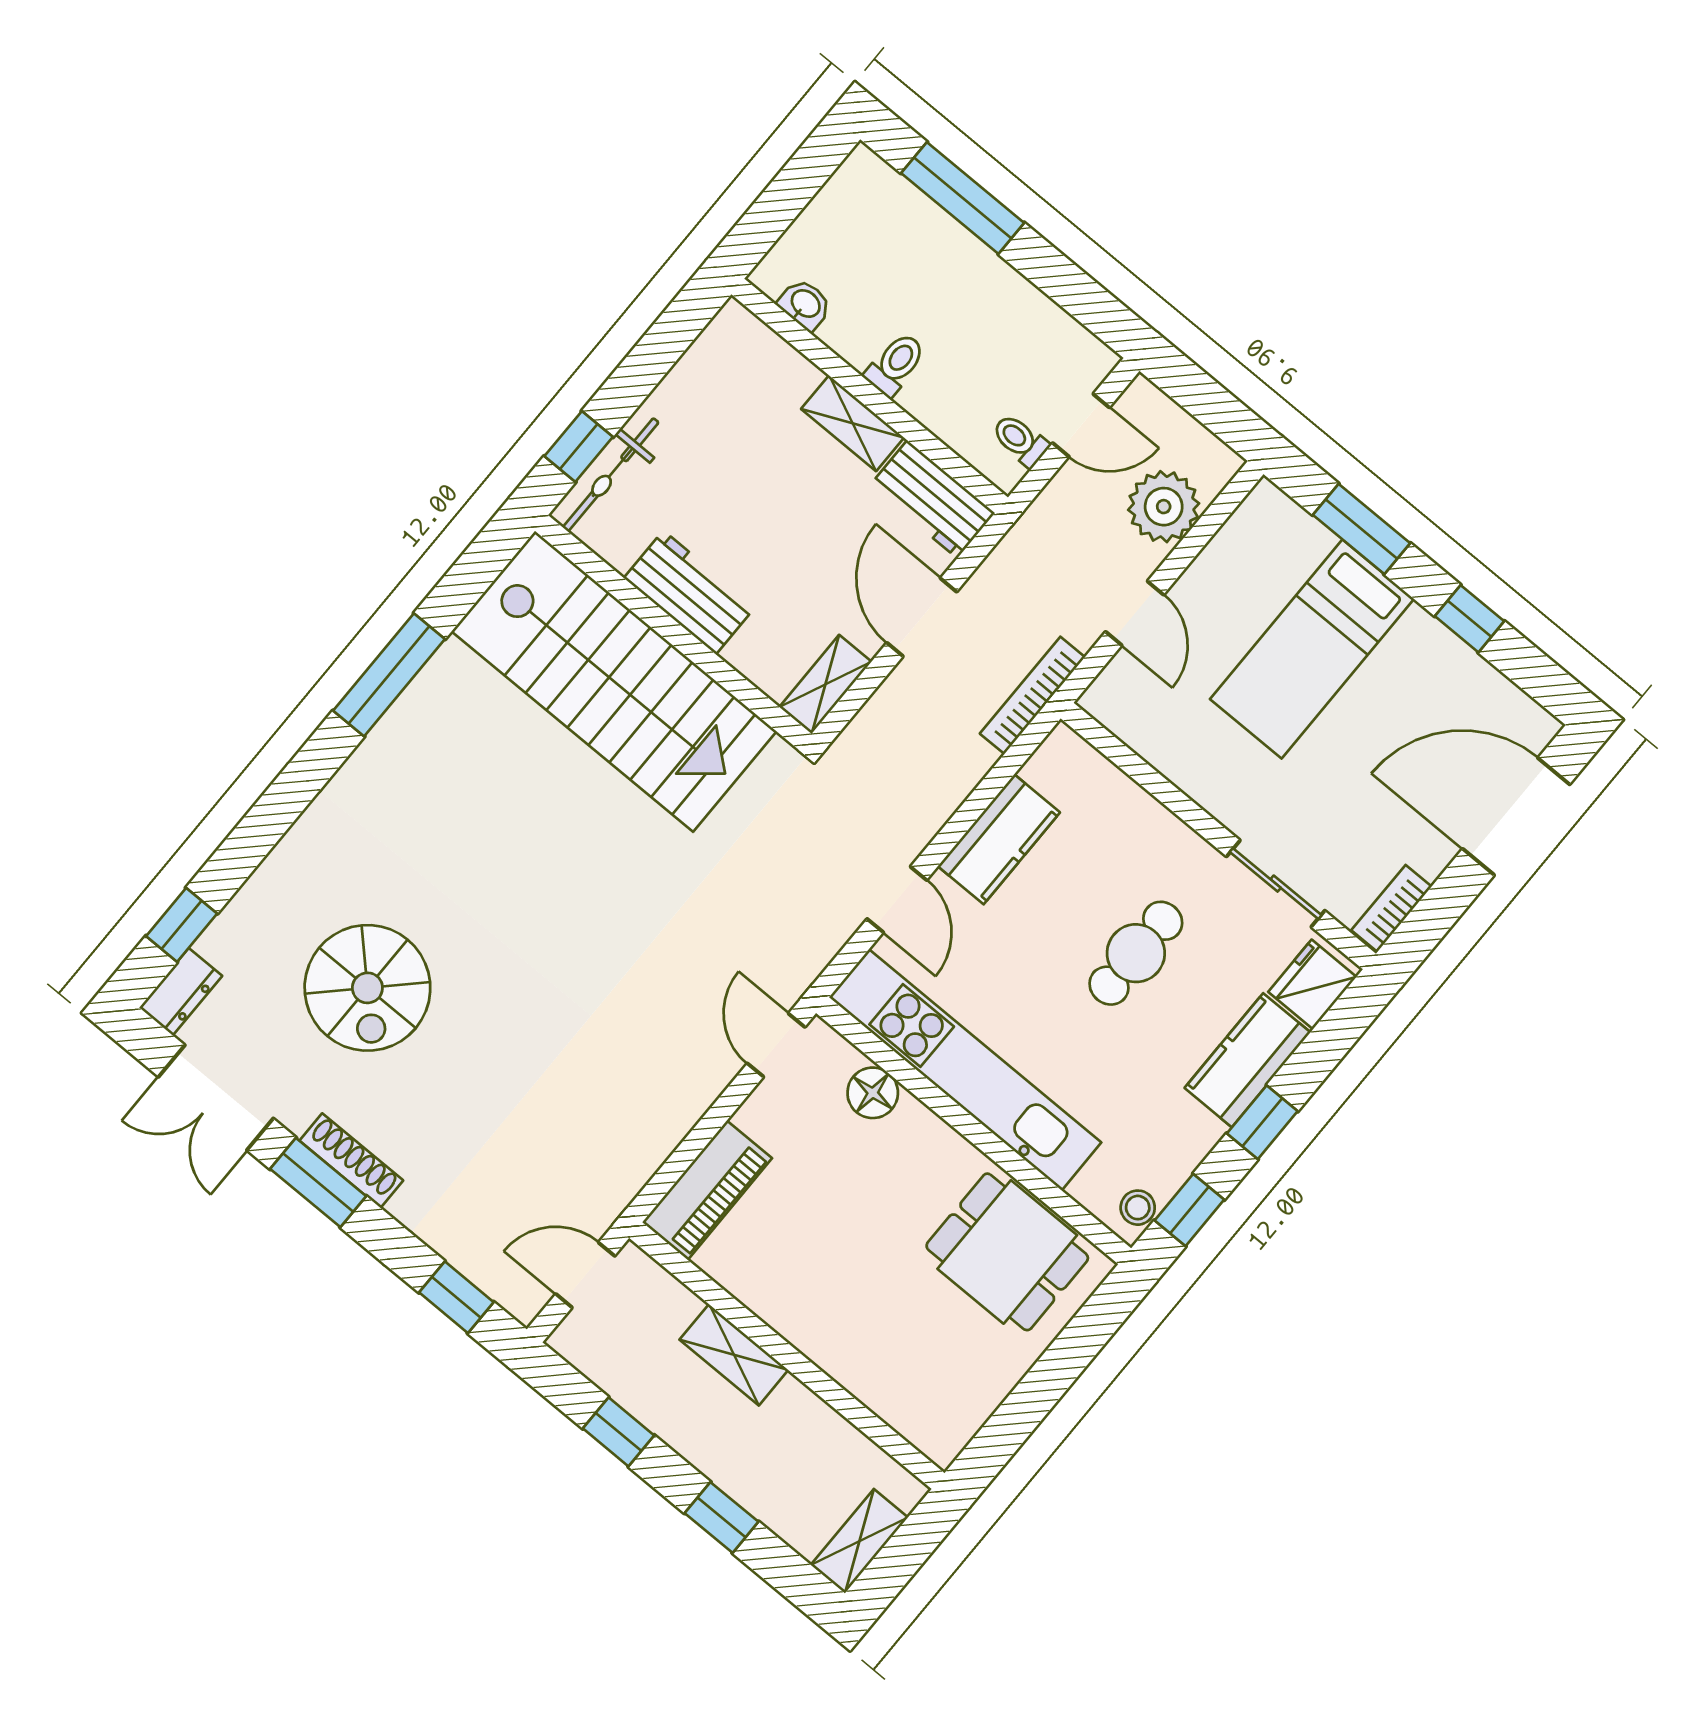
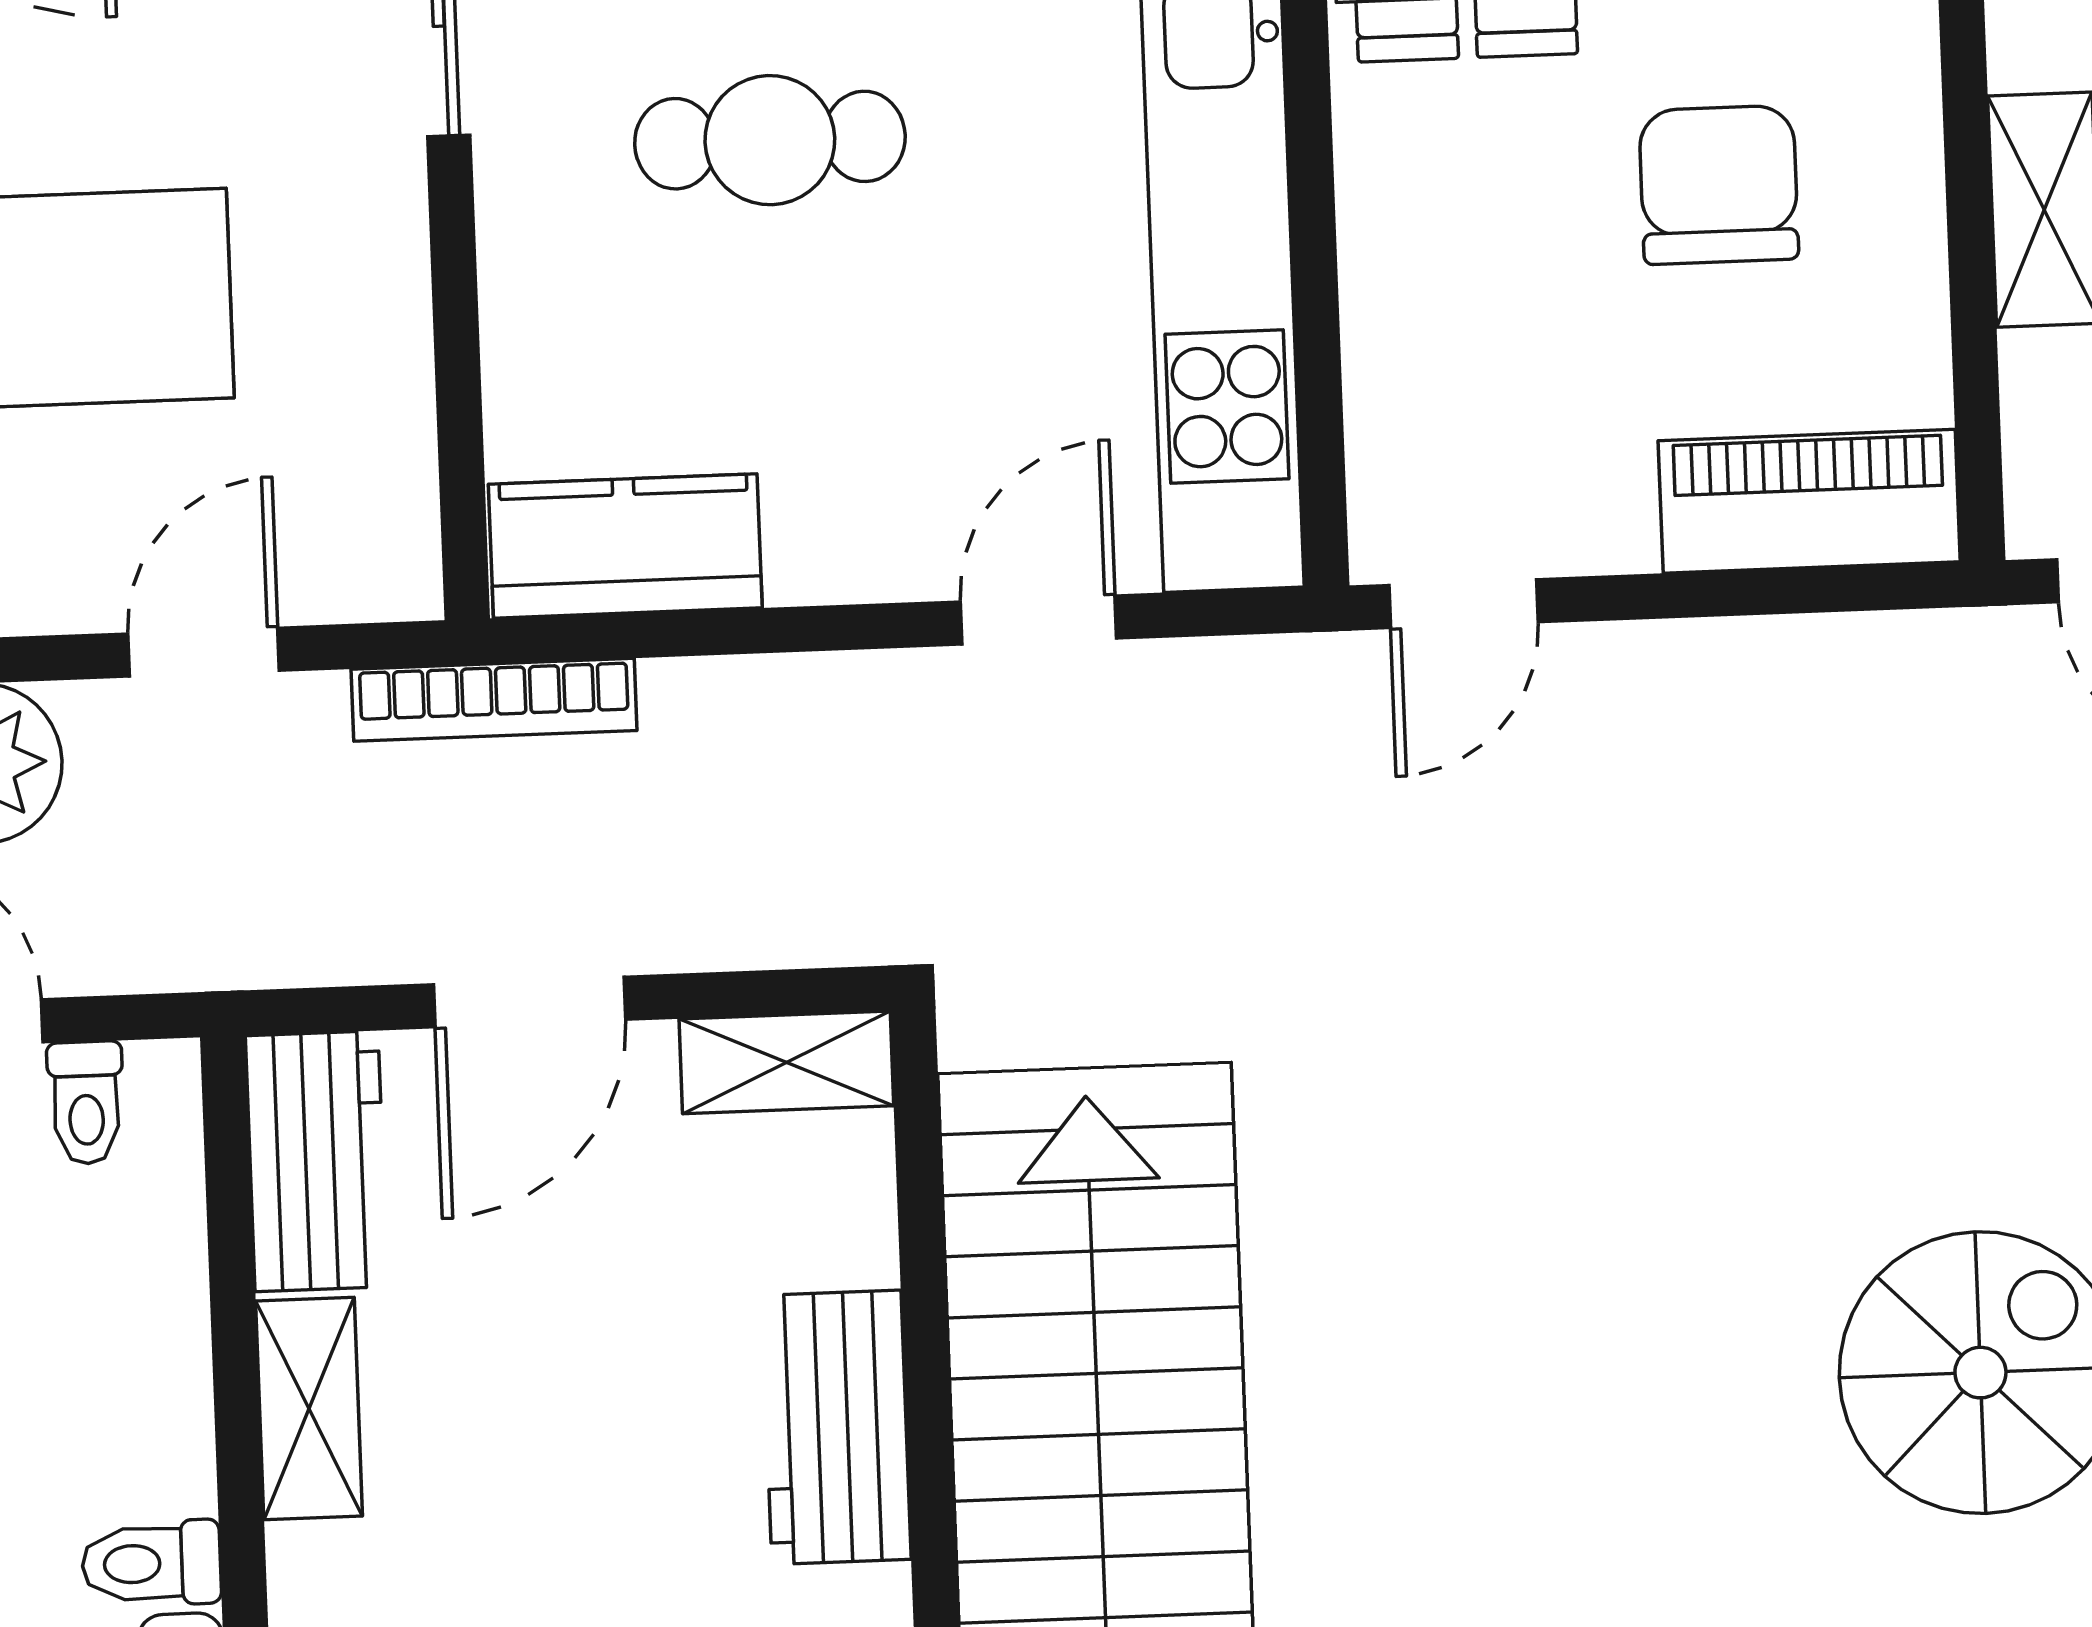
toilet: (895, 364) -> (151, 1563), moved
kitchen counter: (999, 839) -> (625, 546), moved
floor lamp: (873, 1093) -> (1398, 371), removed
chair: (839, 1254) -> (1719, 185), added

